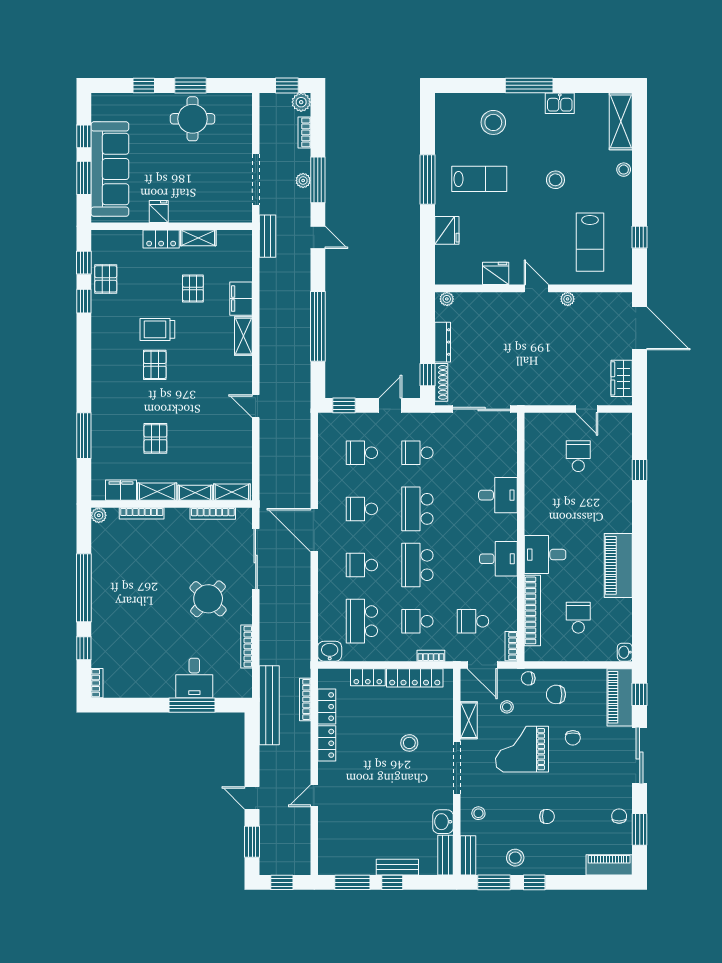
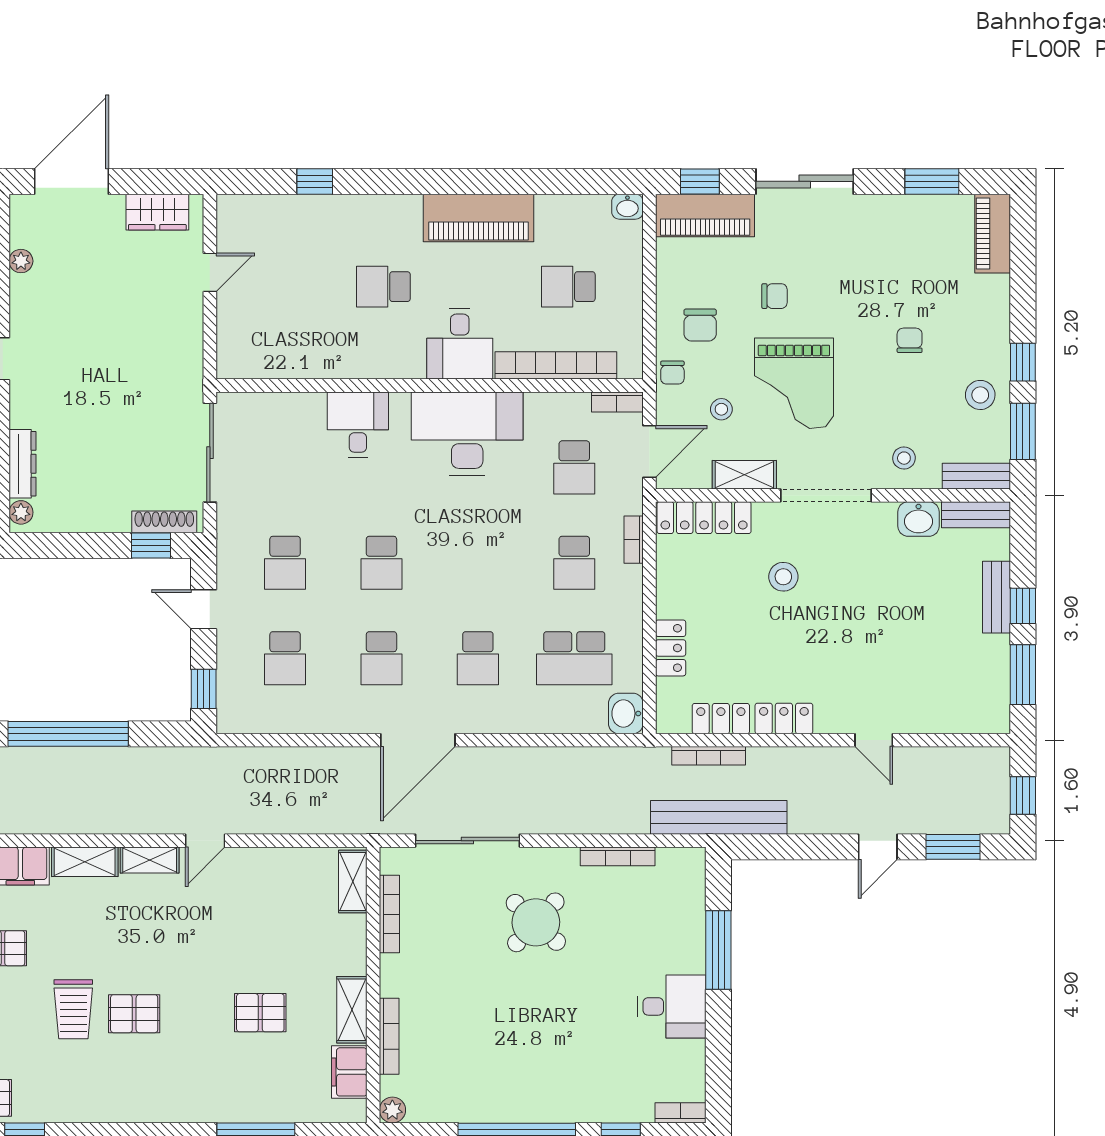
plant: (568, 299) -> (21, 261), moved
dresser: (443, 342) -> (23, 464), moved, turned 90
school desk: (578, 456) -> (383, 287), moved
shelving: (195, 493) -> (150, 860), moved, turned 90
school desk: (417, 509) -> (381, 563), width x0.54
desk: (498, 559) -> (467, 434), width x1.87, depth x1.30
school desk: (417, 565) -> (478, 563), removed
desk: (194, 678) -> (672, 1006), moved
locker: (415, 678) -> (704, 518), moved, turned 90
chair: (619, 816) -> (909, 217), removed

